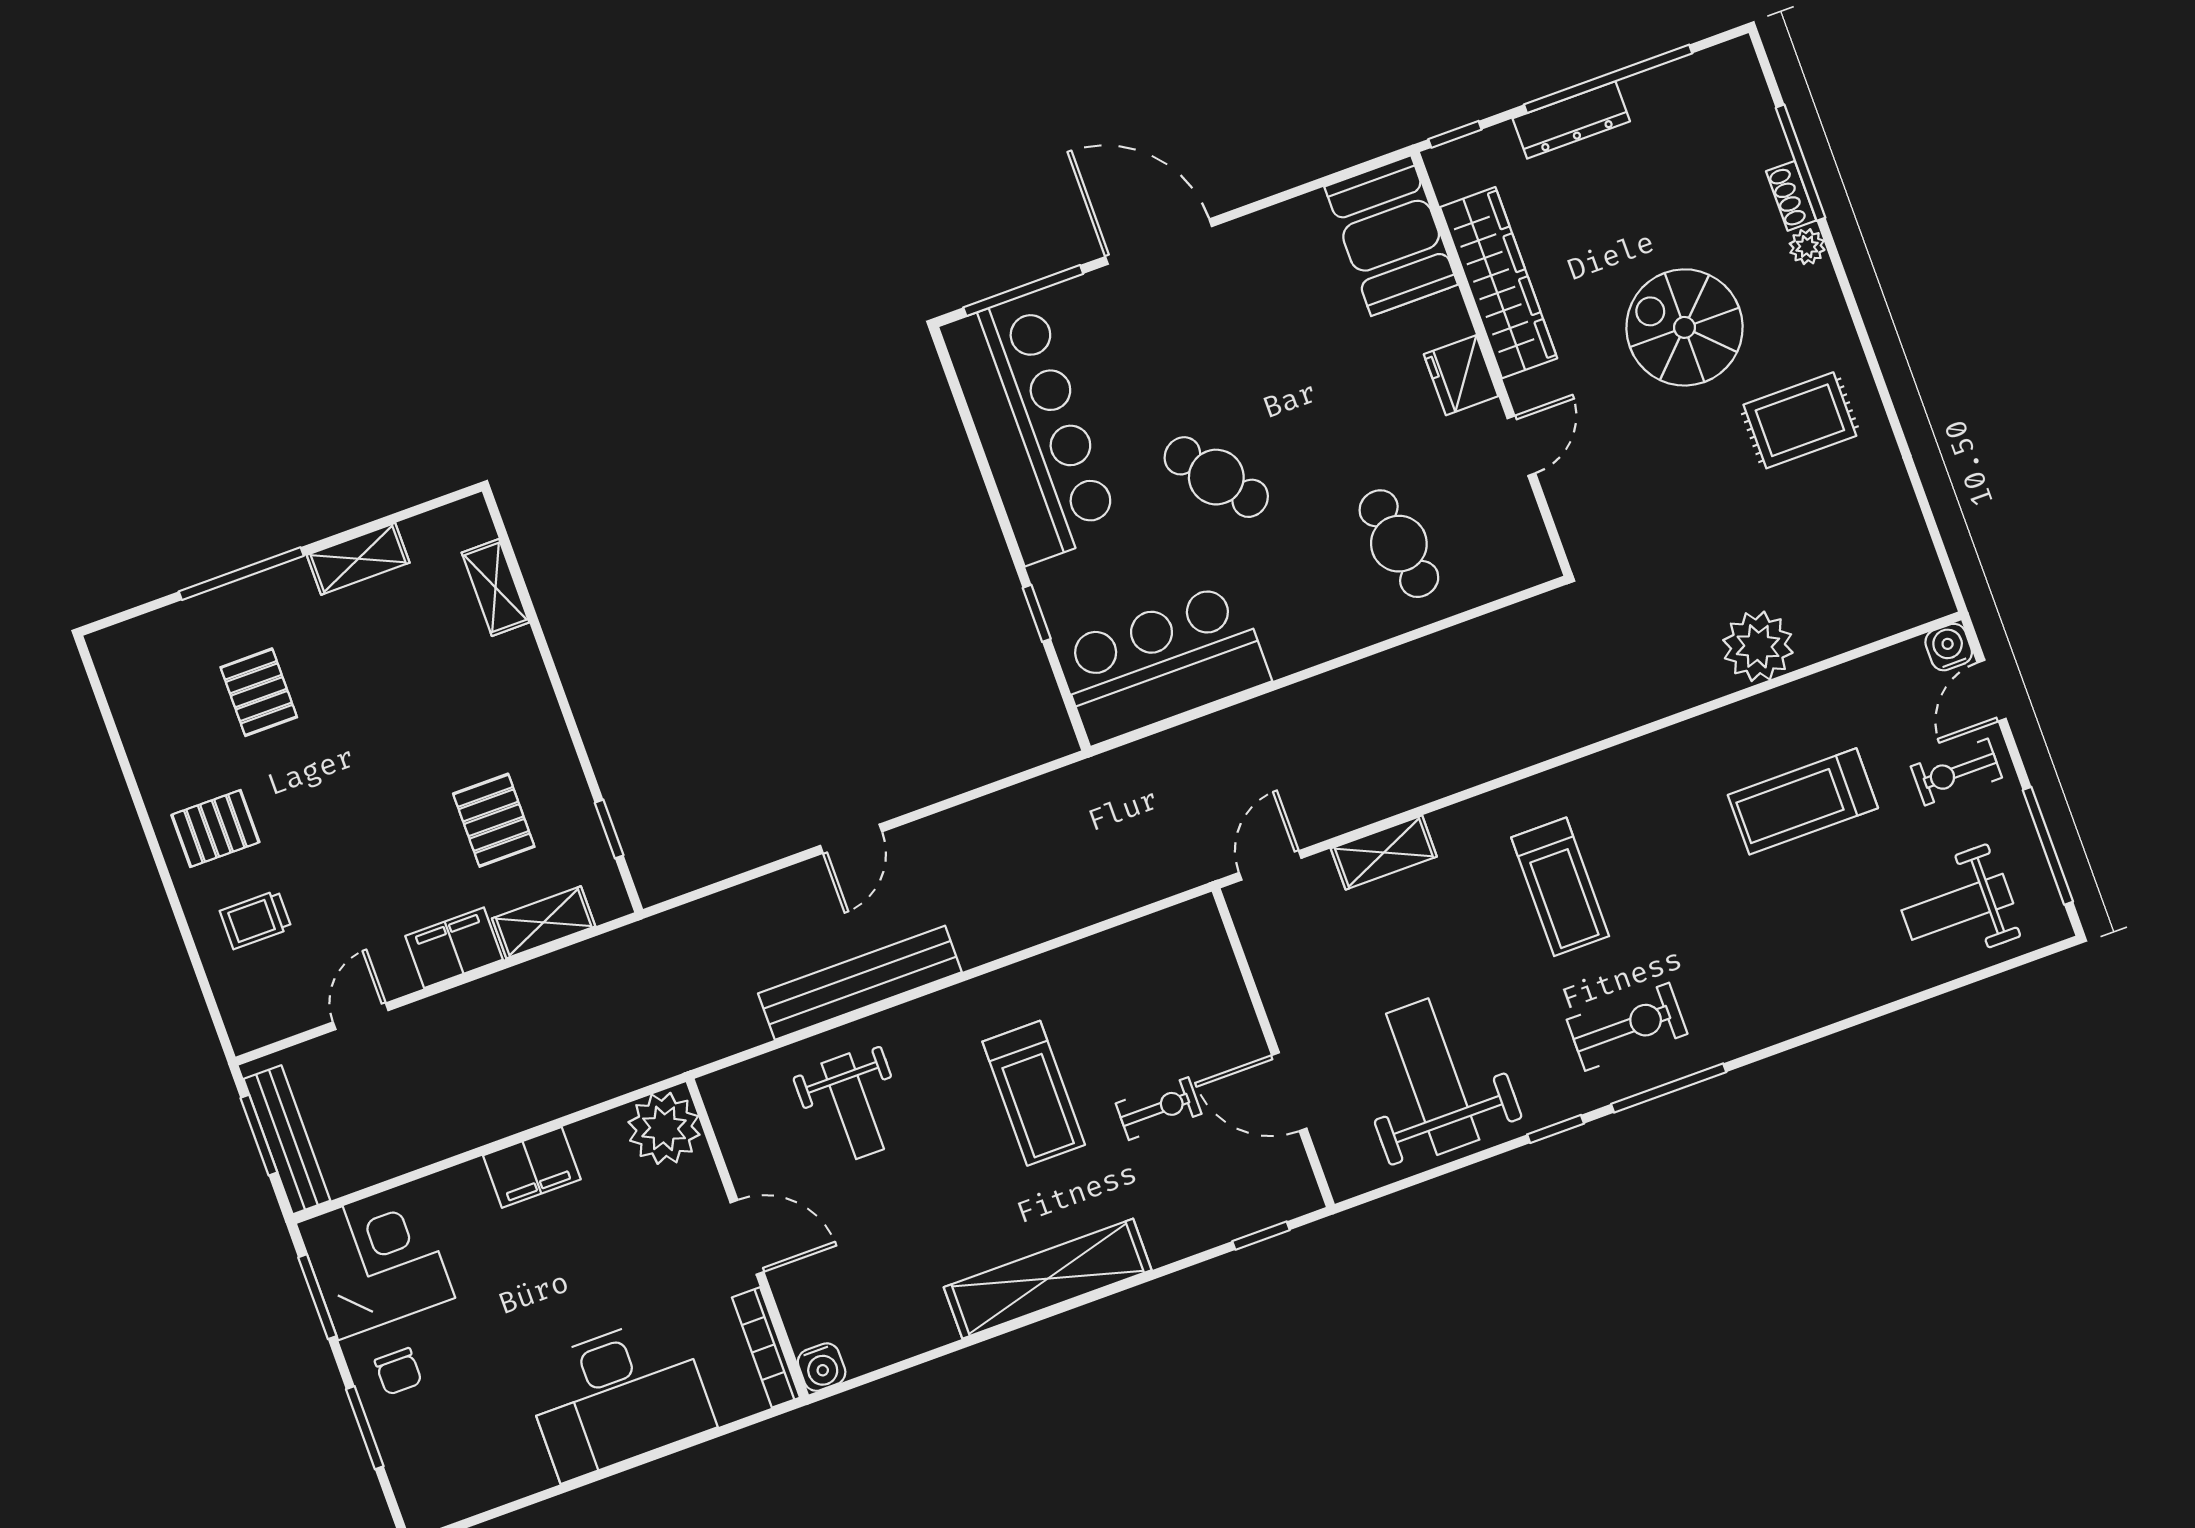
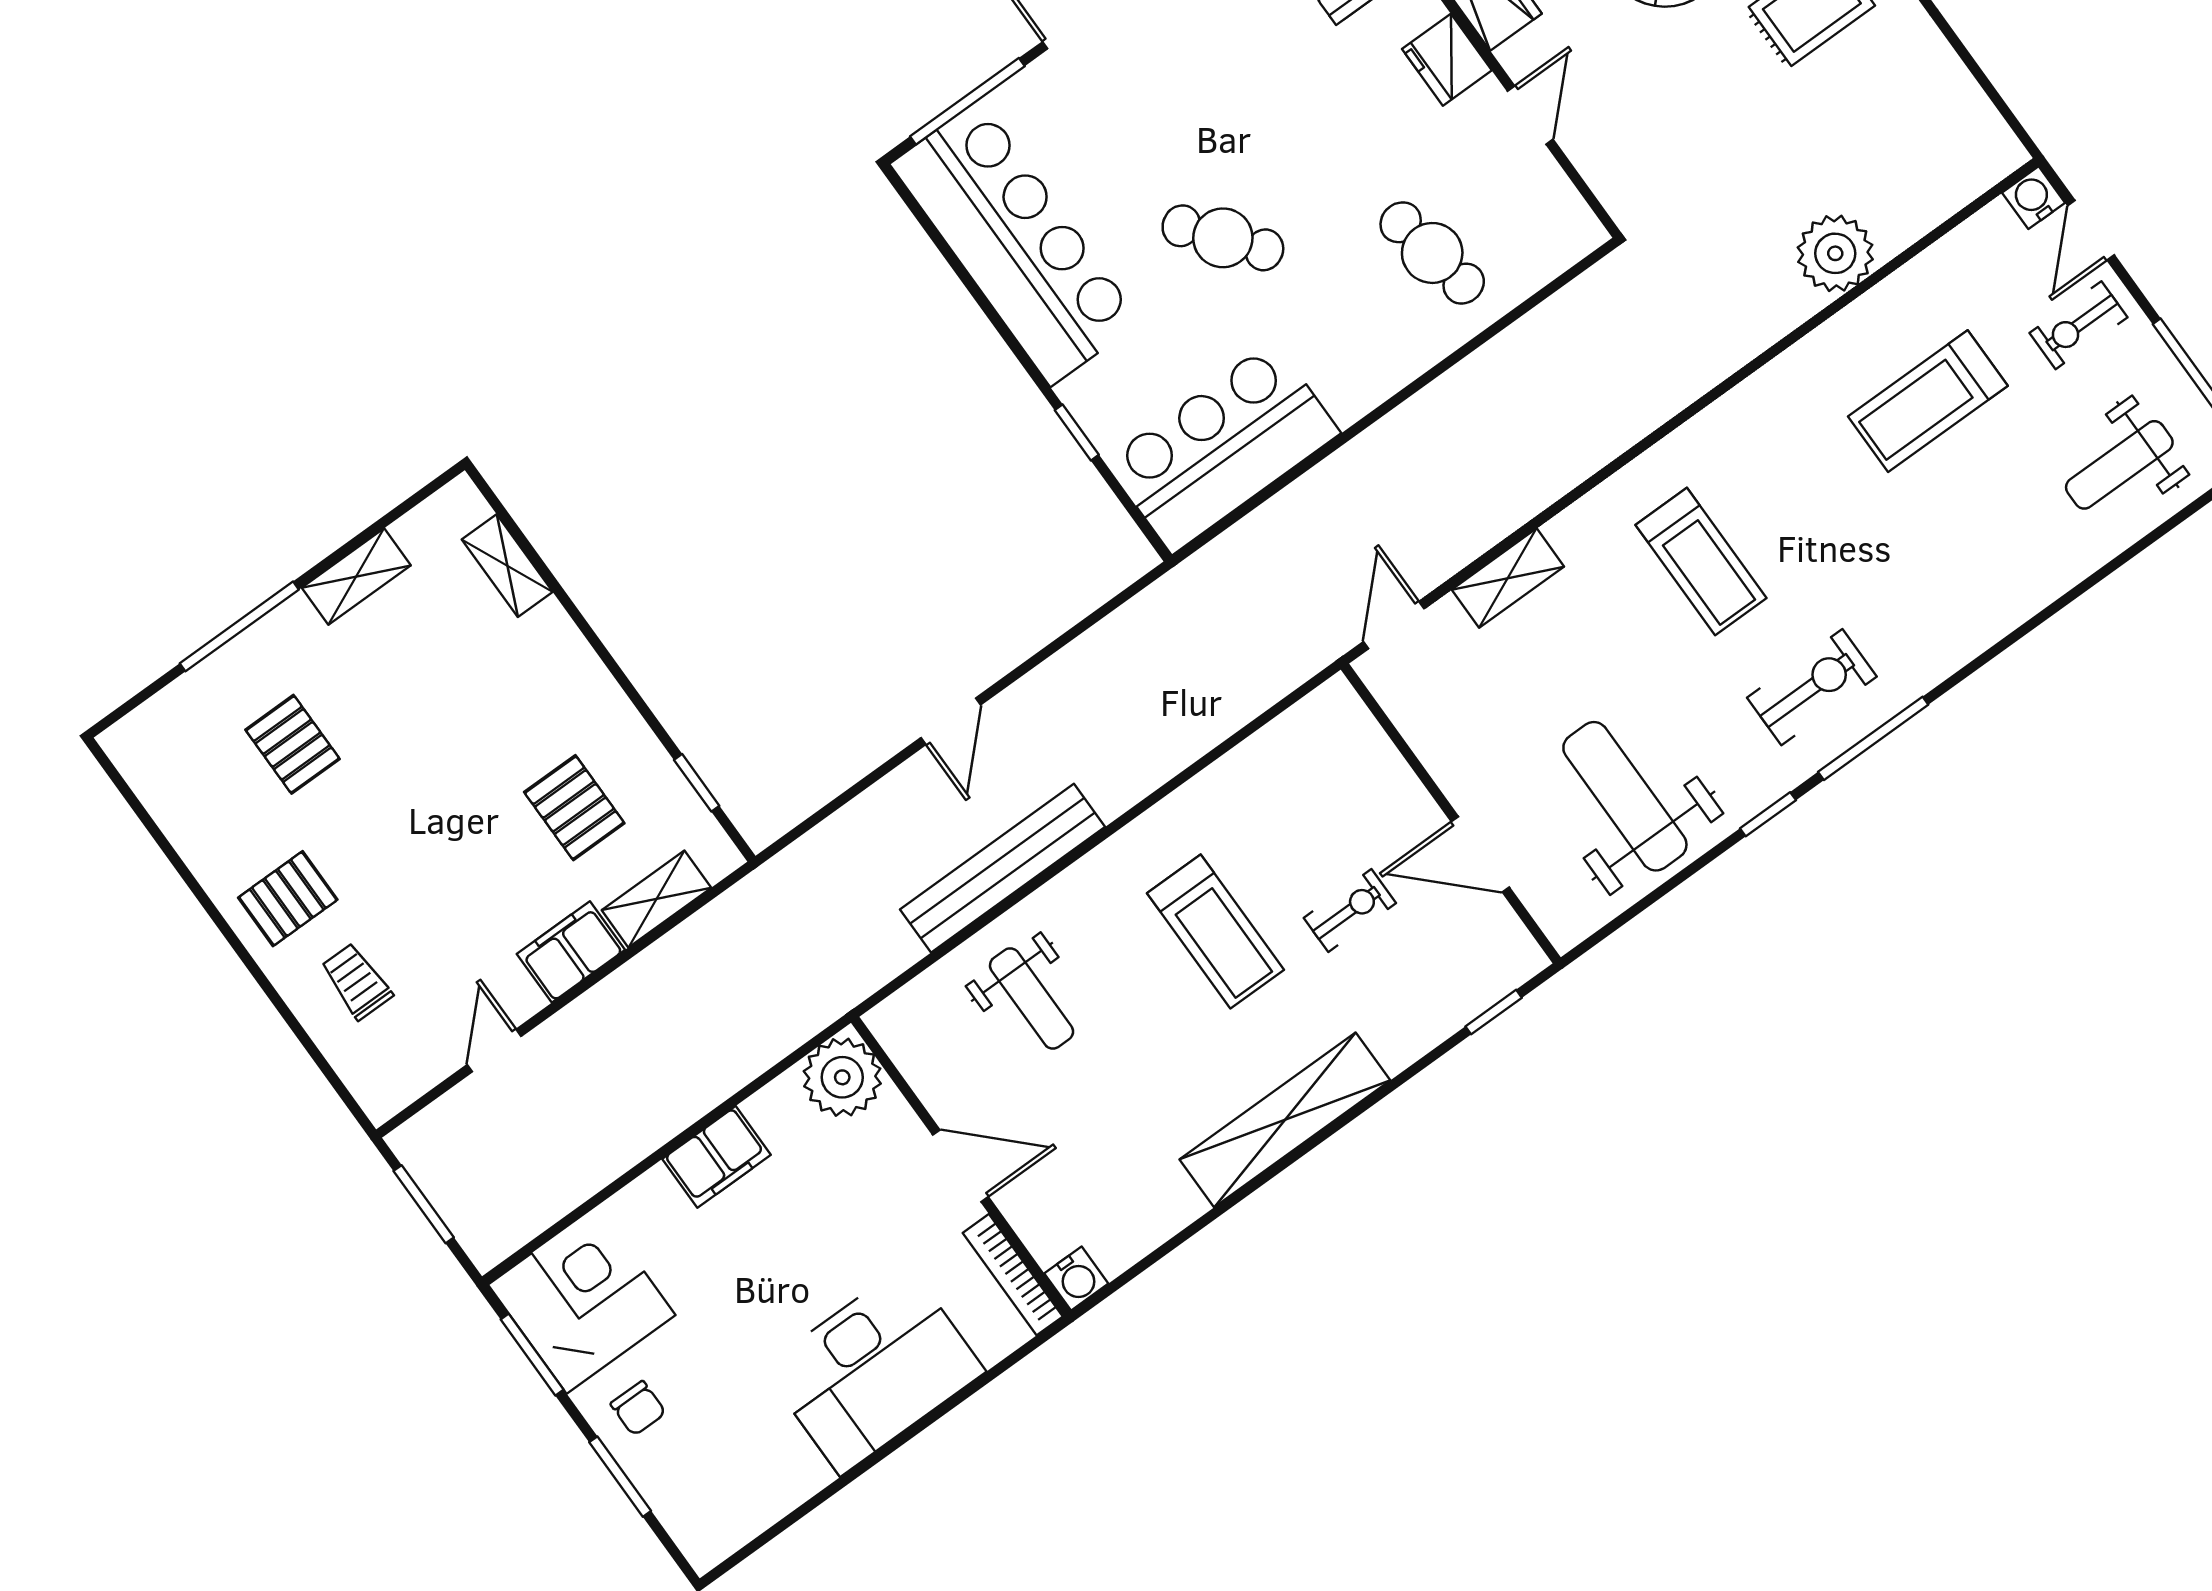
trolley: (256, 920) -> (357, 981), turned 90
bench: (287, 1140) -> (454, 1201), removed

